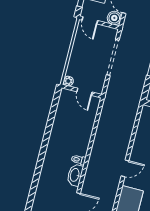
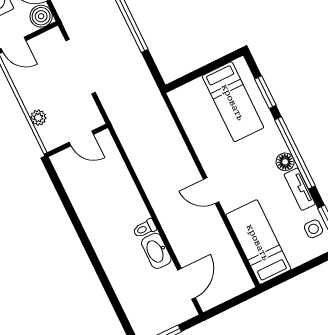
plant: (68, 81) -> (38, 118), moved
door: (125, 168) -> (211, 191), swing flipped

